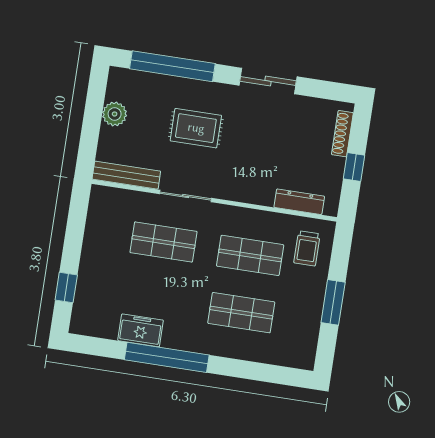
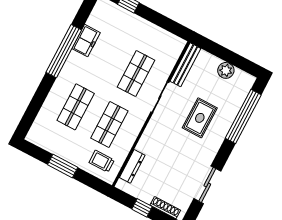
sliding door: (268, 81) -> (207, 185), moved

